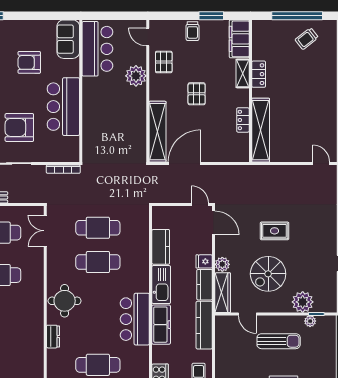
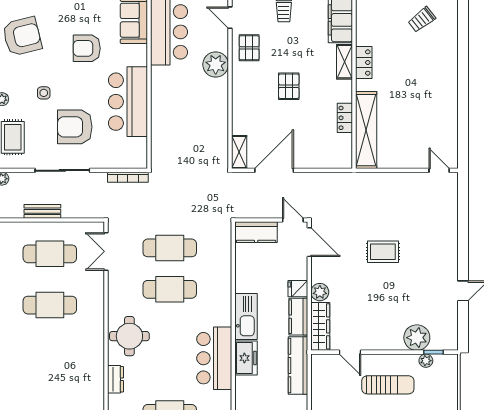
shelving: (158, 132) -> (239, 152), width x0.45, depth x0.75
kitchen counter: (161, 247) -> (256, 232), moved, turned 90
spiral stairs: (268, 274) -> (375, 304), removed
freezer: (161, 325) -> (246, 358), width x0.71

